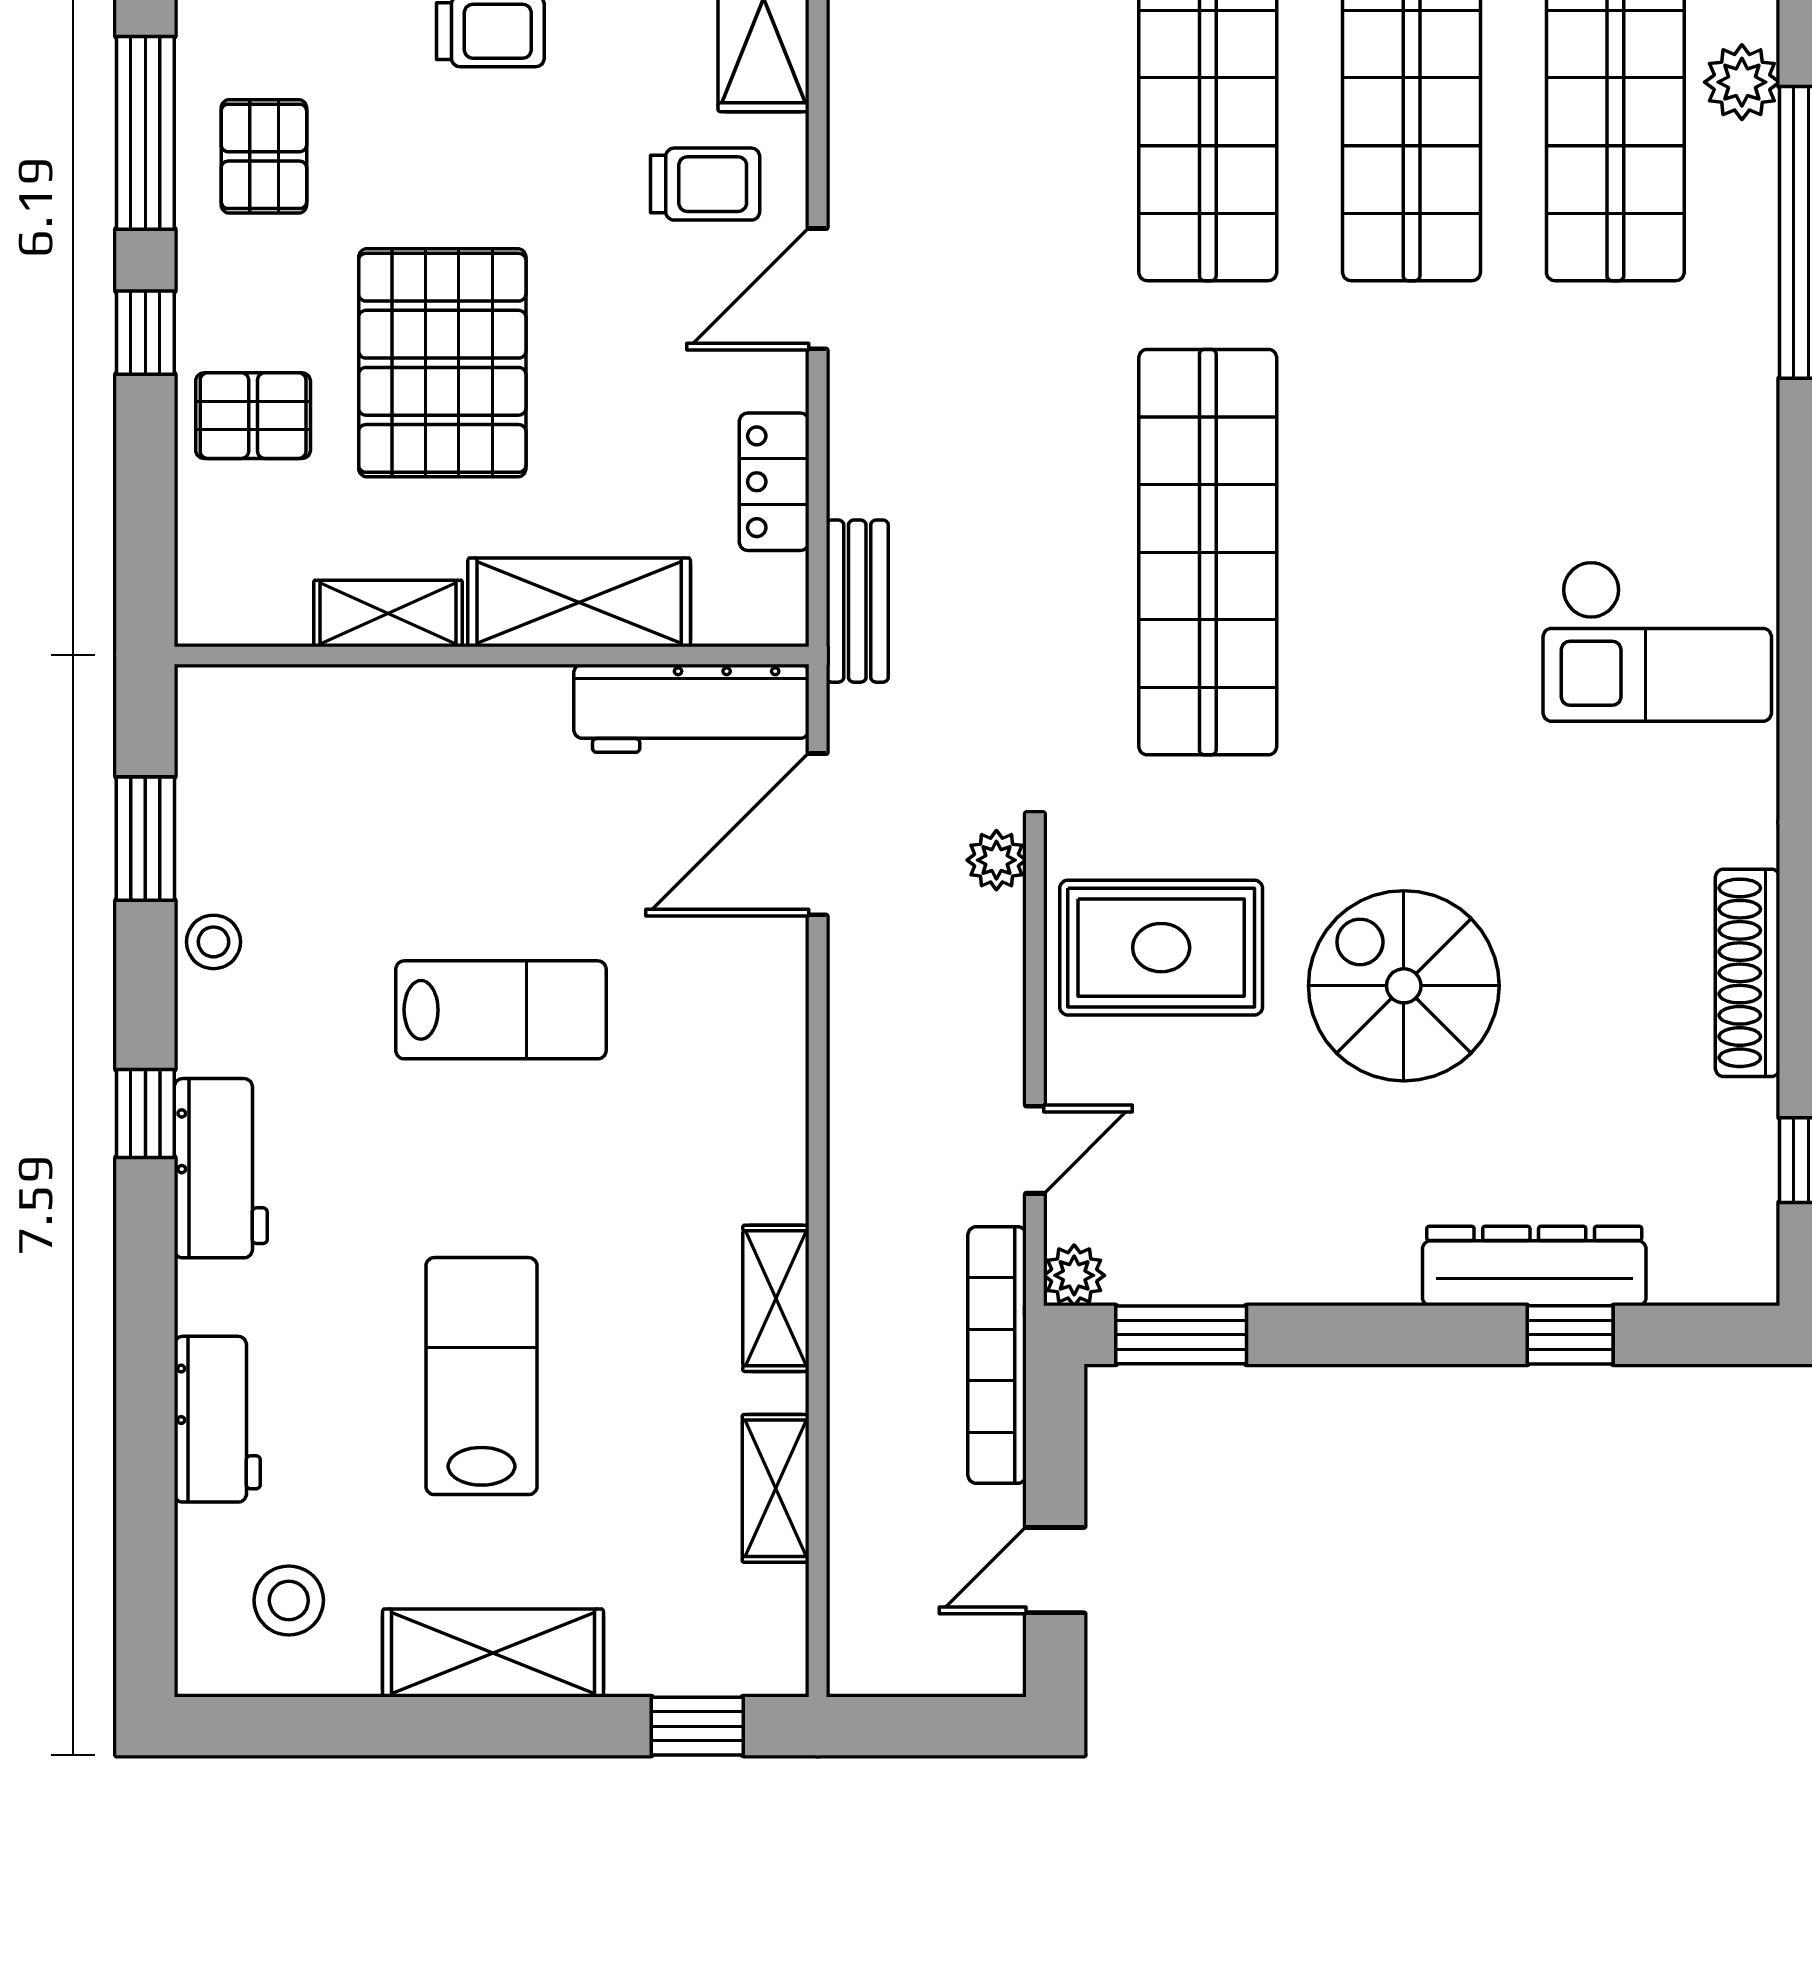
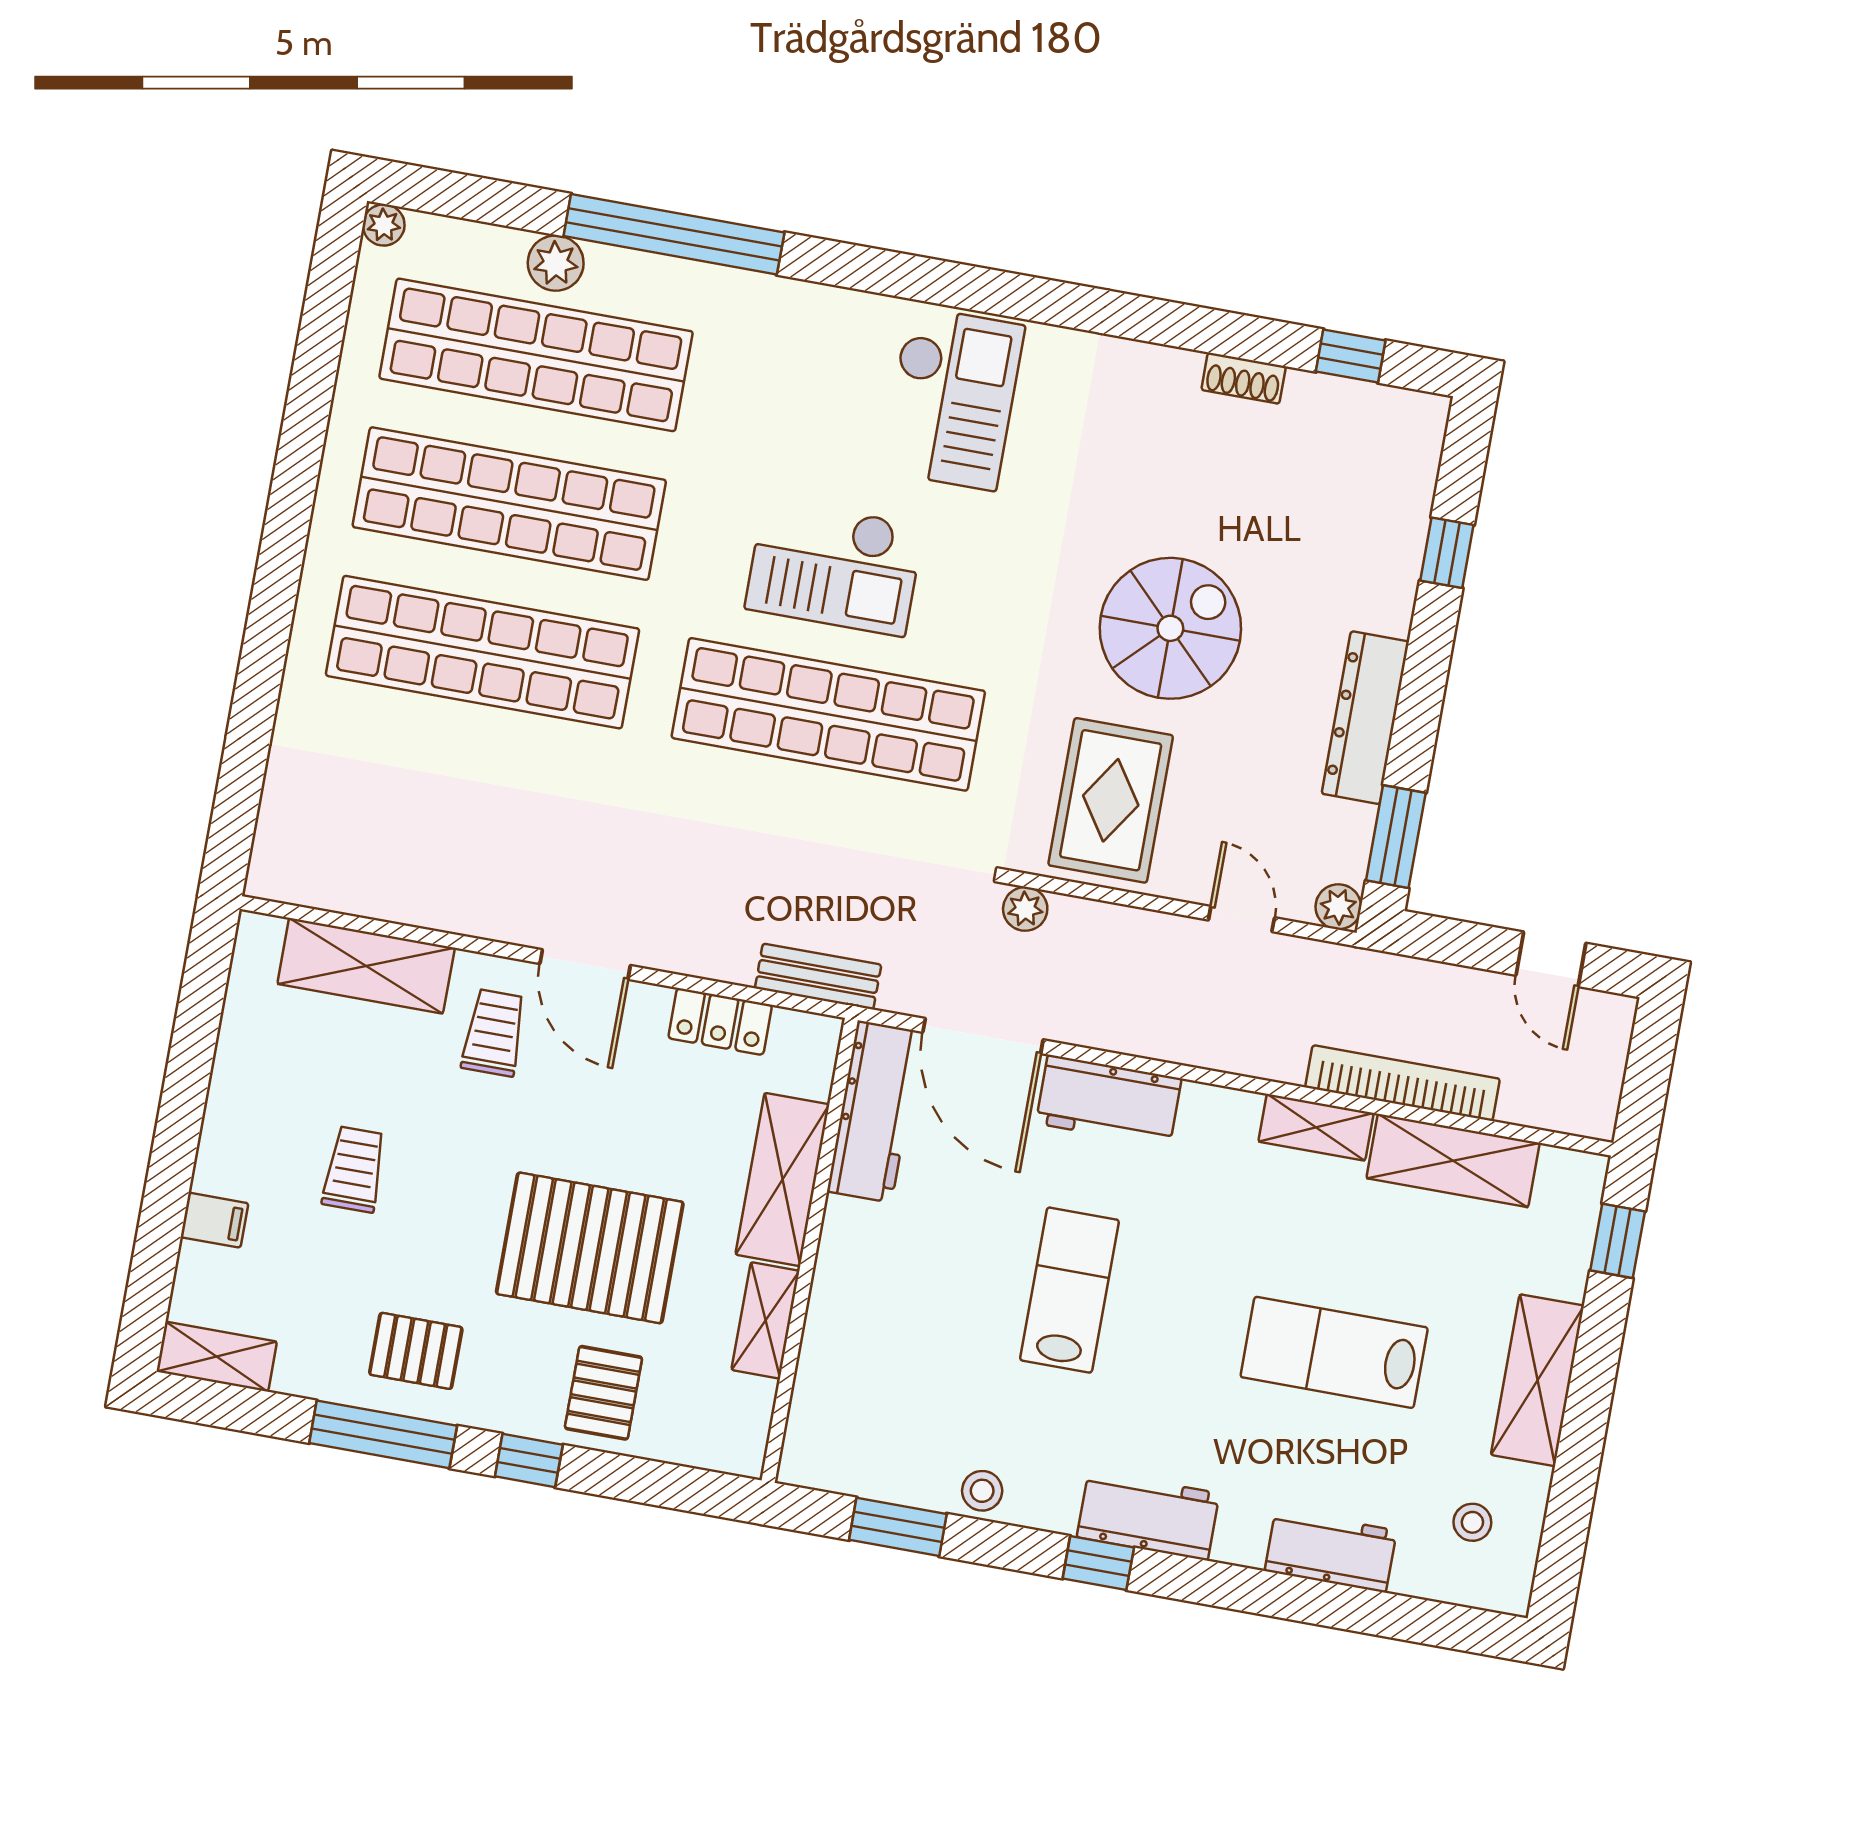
checkout: (1405, 525) -> (834, 567), added
shoe rack: (1747, 973) -> (1244, 378), width x0.51, depth x0.81
spiral stairs: (1404, 986) -> (1170, 628), turned 180
workbench: (761, 1017) -> (1109, 1101), added
dresser: (1534, 1266) -> (1365, 718), moved
bookcase: (997, 1355) -> (1402, 1083), moved, turned 180
shelving: (776, 1488) -> (1453, 1161), width x1.50, depth x1.33
stool: (289, 1600) -> (1472, 1522), width x0.73, depth x0.73

